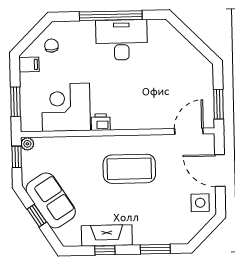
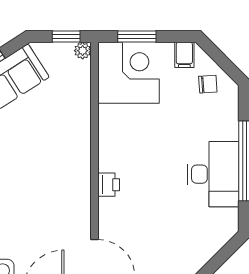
corner desk: (66, 107) -> (128, 73), moved
printer: (101, 122) -> (109, 185), moved
coffee table: (129, 169) -> (48, 181), removed

